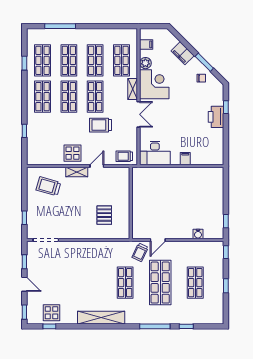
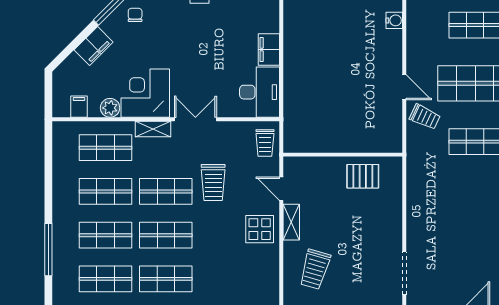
filing cabinet: (185, 159) -> (269, 49), width x2.00
wall: (131, 203) -> (343, 155), moved

